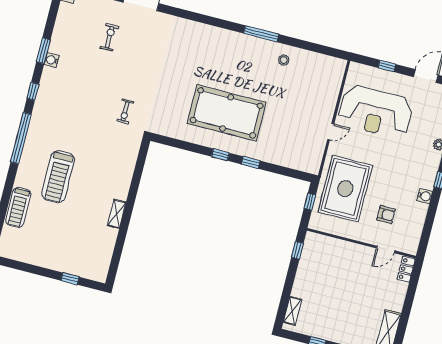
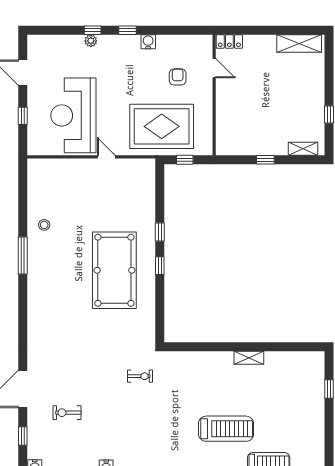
reception desk: (376, 112) -> (73, 115), turned 180
window: (297, 250) -> (265, 160), moved

